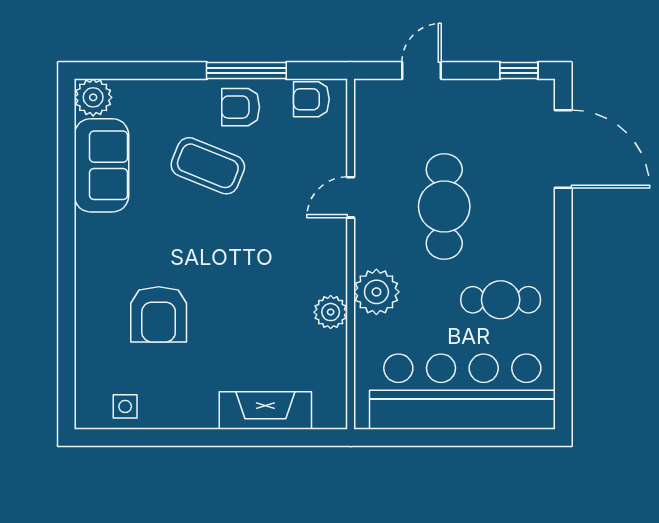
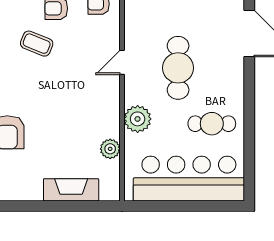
coffee table: (208, 166) -> (37, 44), width x0.73, depth x0.77
plant: (331, 312) -> (110, 149), moved

